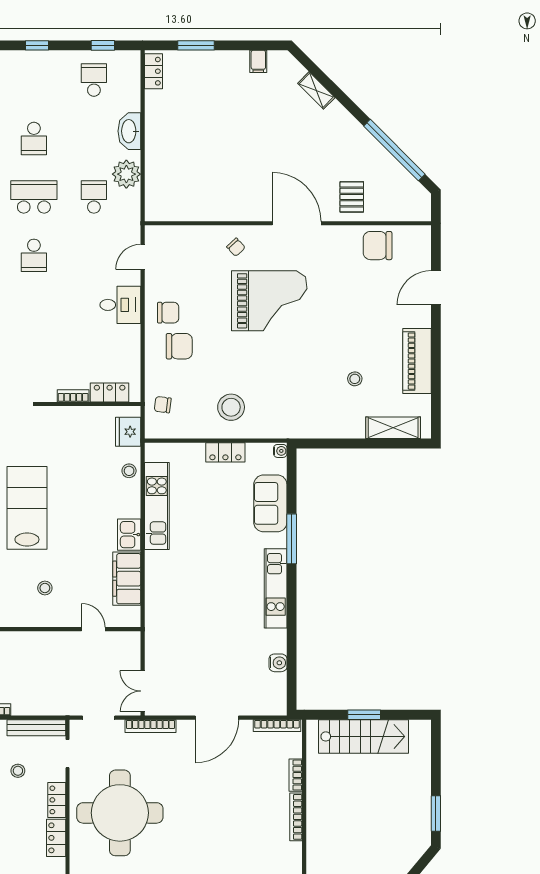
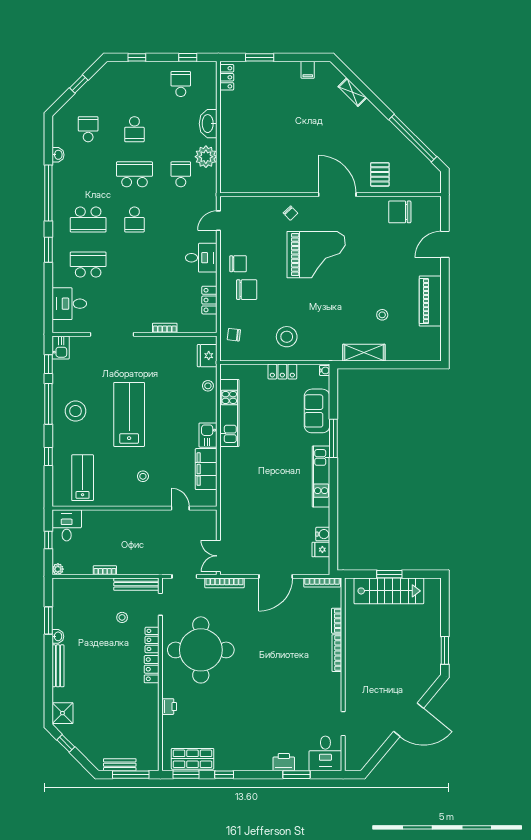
locker: (110, 392) -> (209, 300), moved, turned -90
shelving: (393, 428) -> (364, 353), moved
fridge: (275, 683) -> (321, 550), added

